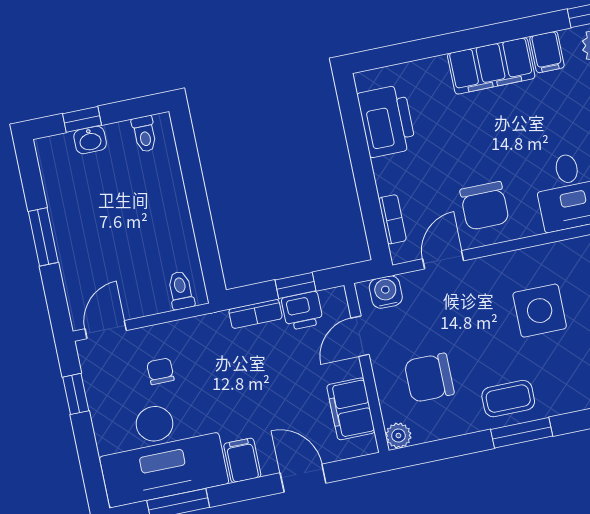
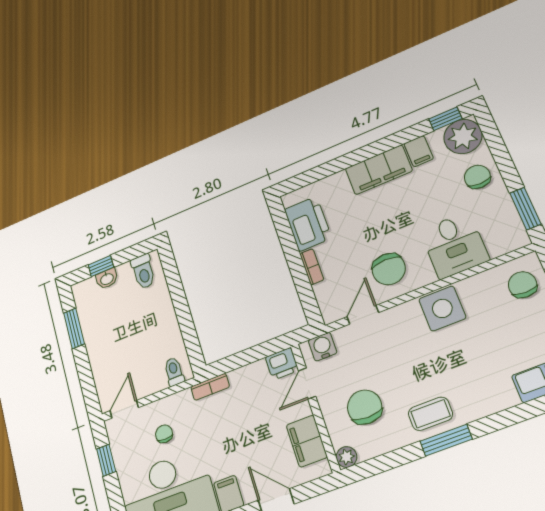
toilet: (144, 134) -> (143, 272), width x1.37, depth x1.39
bookcase: (392, 219) -> (312, 267), moved
window: (43, 237) -> (74, 328), moved
window: (295, 285) -> (255, 354), removed
printer: (302, 311) -> (282, 364), moved
side table: (540, 311) -> (442, 308), moved
bookcase: (255, 314) -> (210, 387), moved
chair: (429, 378) -> (365, 407), turned 90

